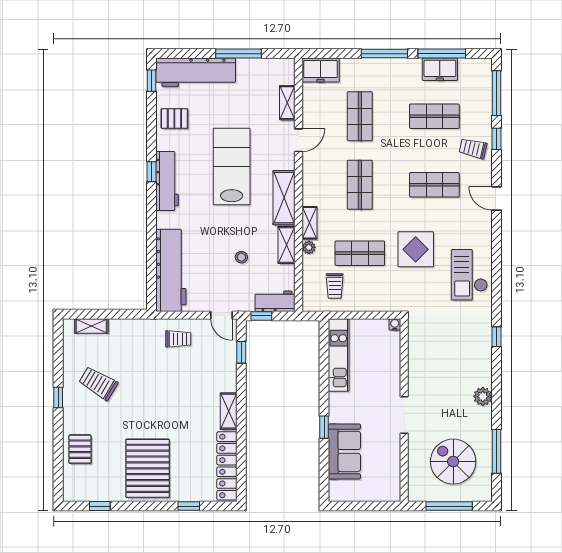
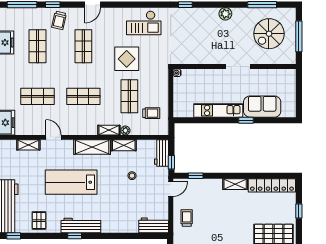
workbench: (171, 270) -> (154, 225), width x0.53, depth x0.76
kitchen unit: (339, 355) -> (218, 110), moved

